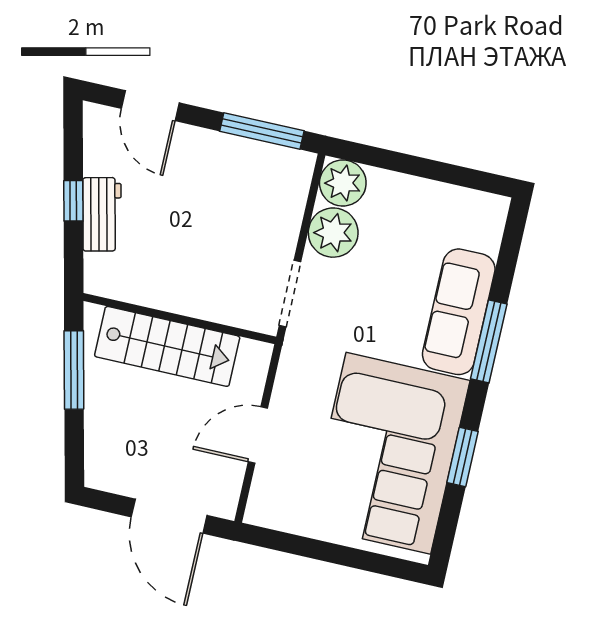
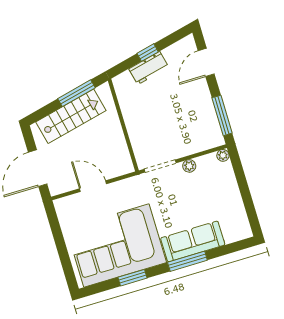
plant: (343, 183) -> (223, 155), width x0.53, depth x0.53
plant: (333, 233) -> (189, 166), width x0.53, depth x0.53
stairs: (167, 346) -> (71, 116), moved, turned -103

